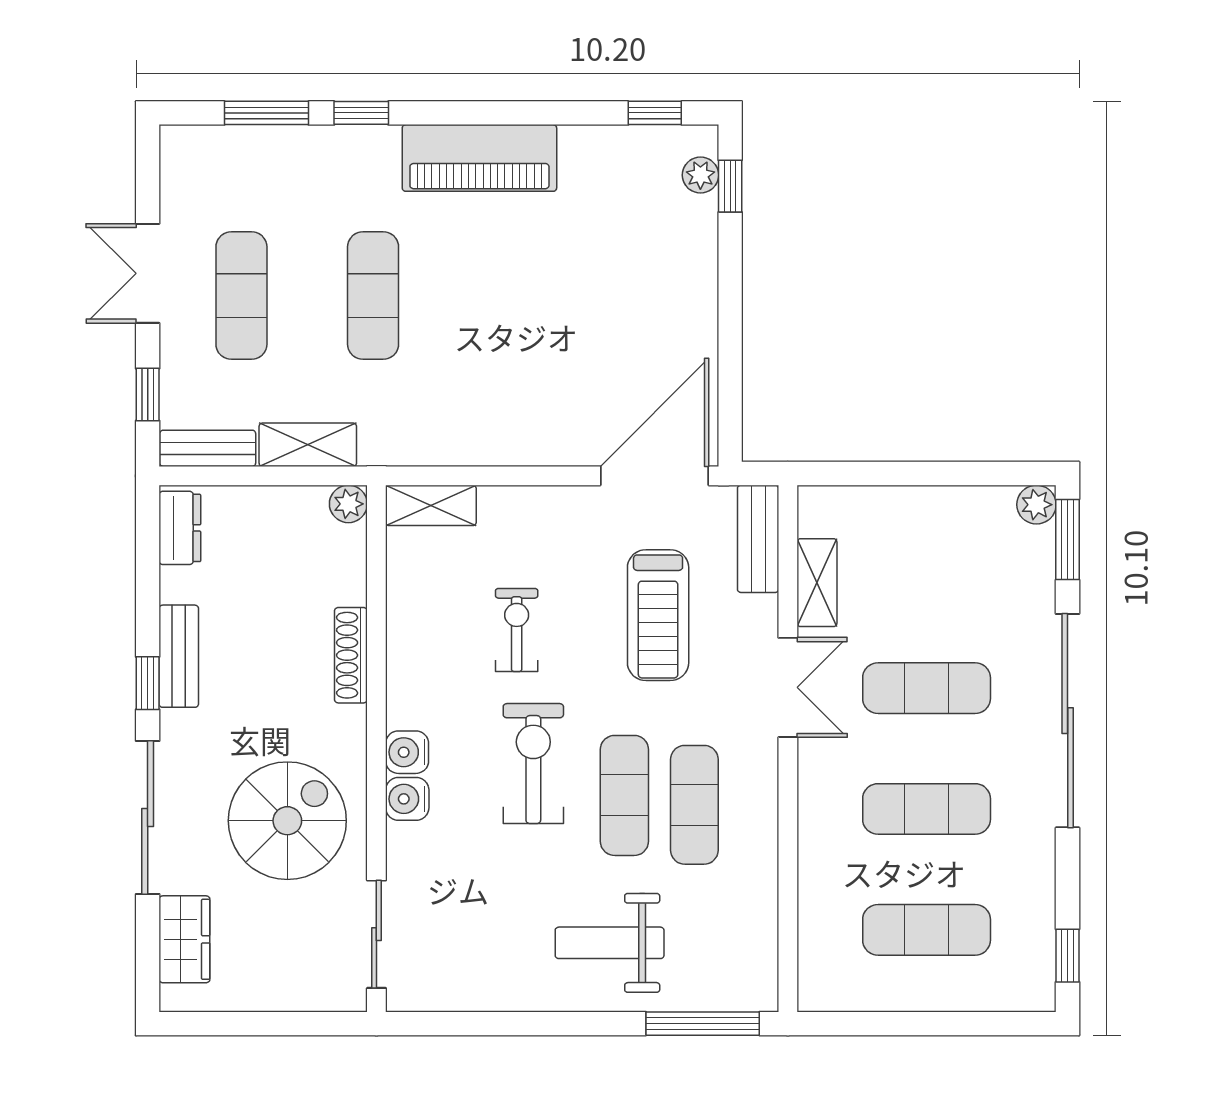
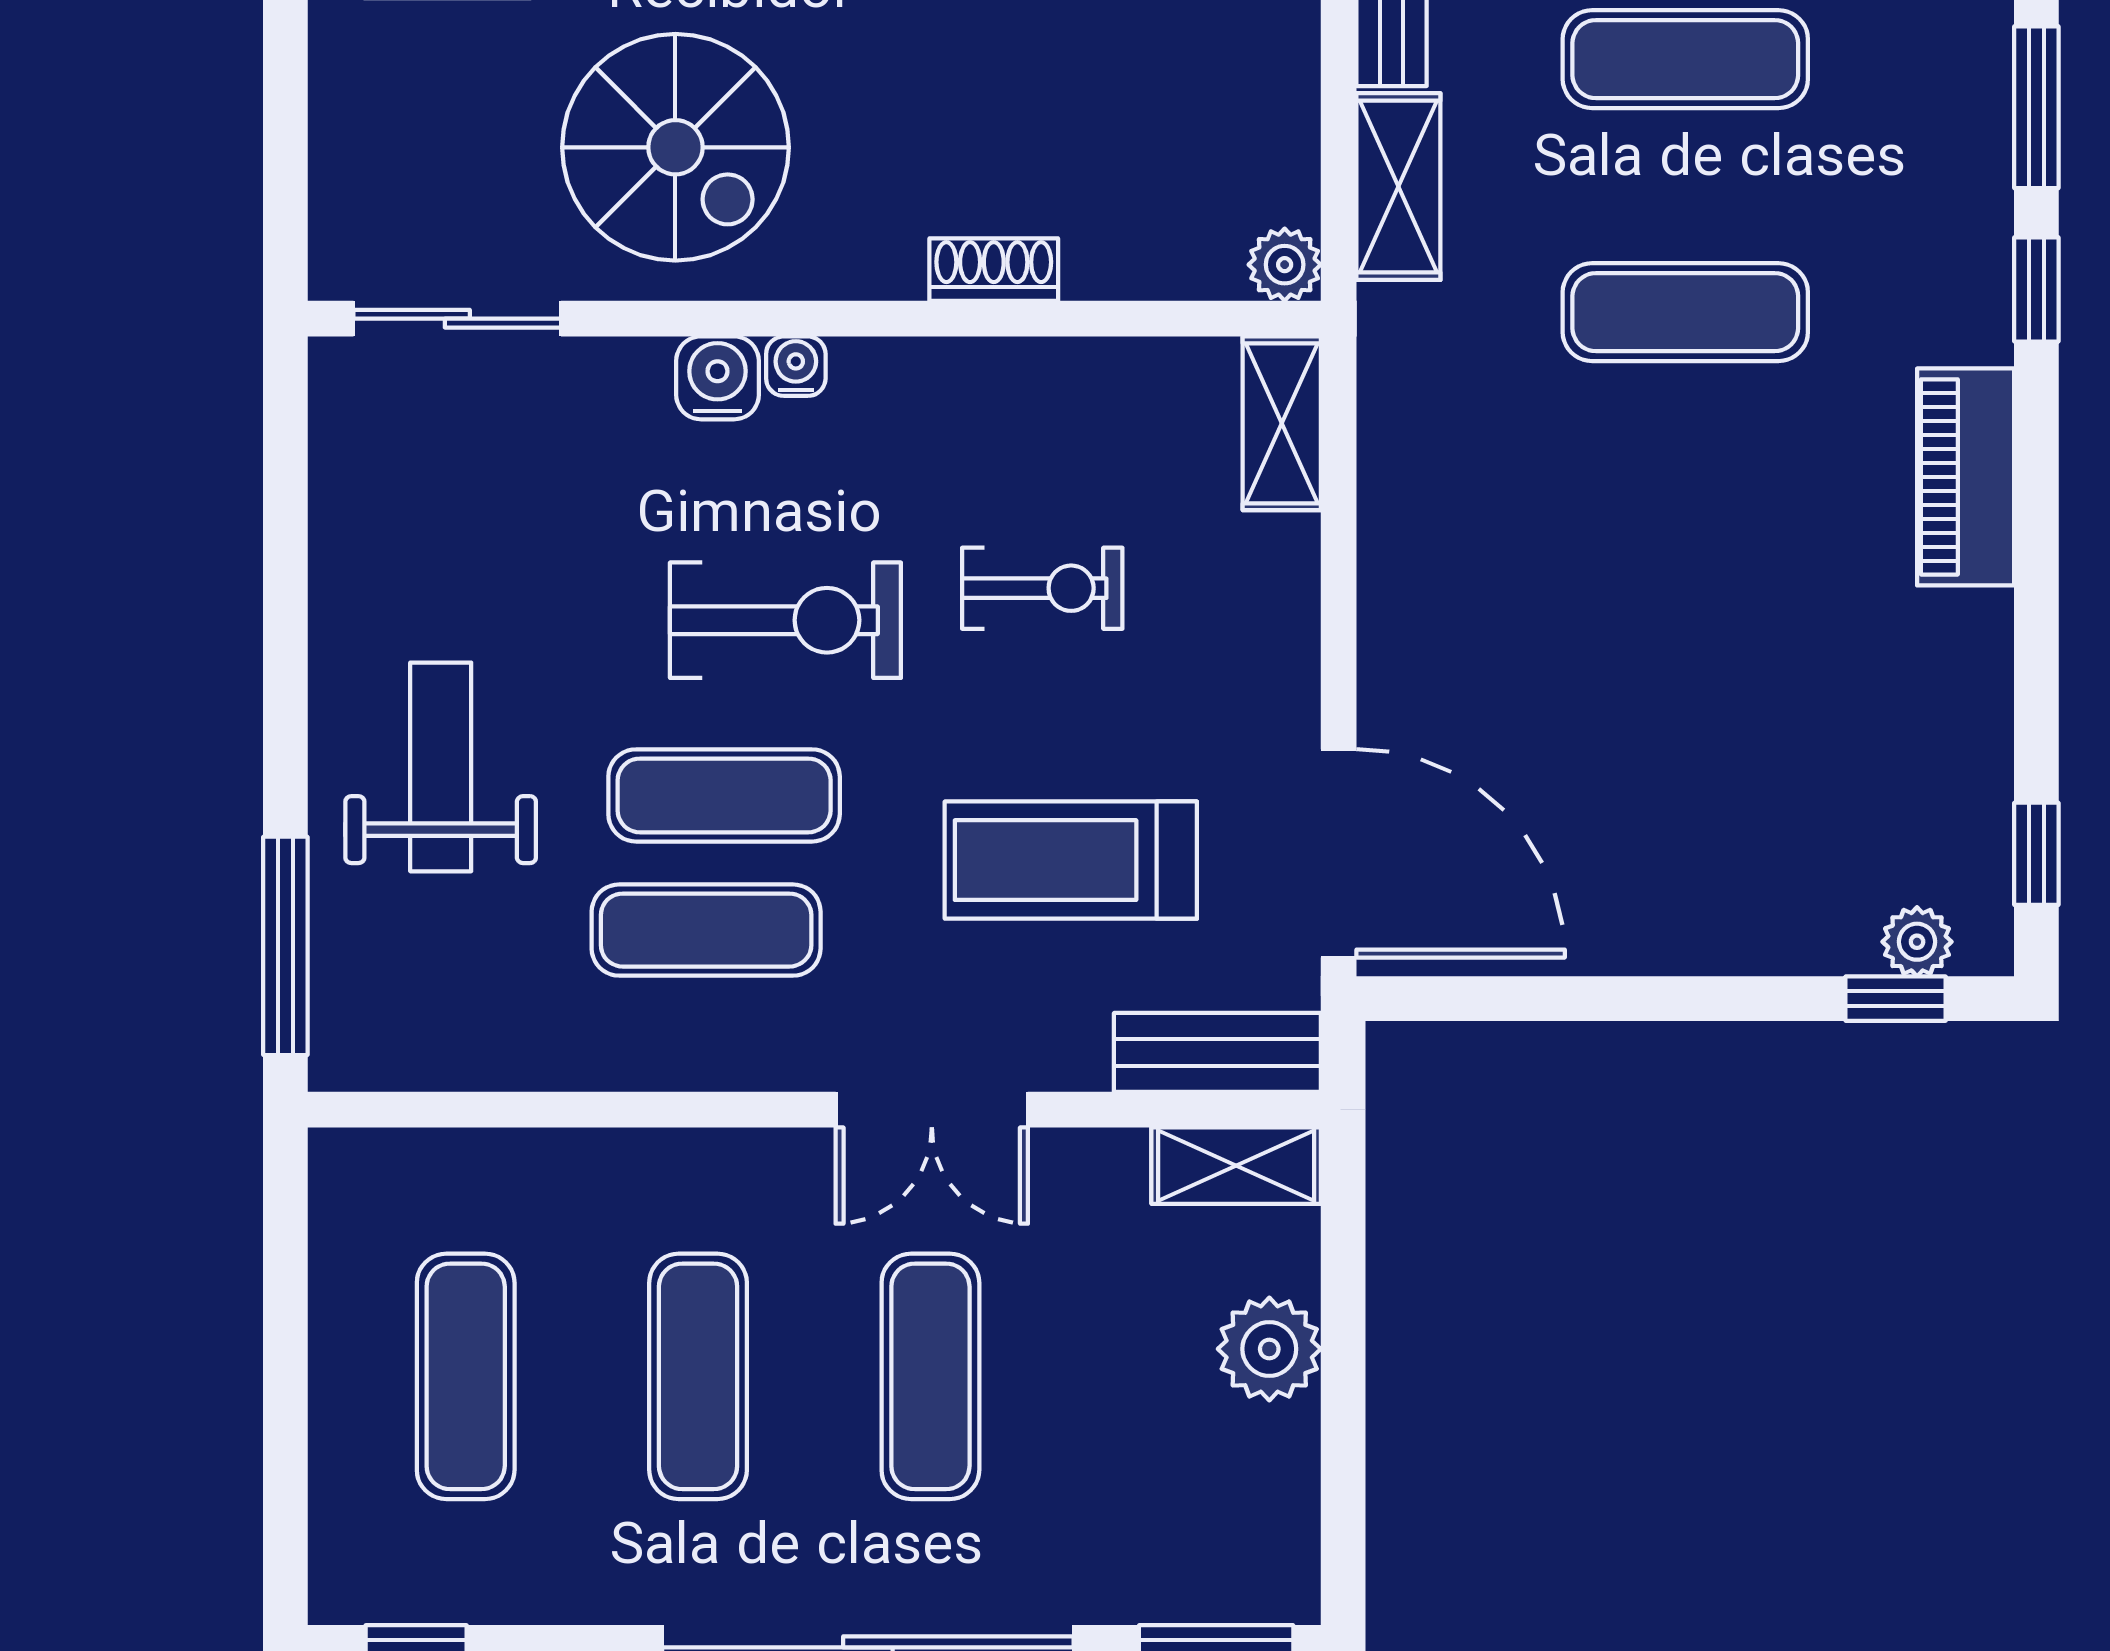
piano: (479, 158) -> (1966, 477), width x0.73, depth x0.75
plant: (1036, 505) -> (1269, 1349), moved, width x1.38, depth x1.38
shelving: (817, 583) -> (1236, 1166), moved
shoe rack: (351, 655) -> (994, 270), width x0.70
water cooler: (407, 752) -> (796, 366), width x0.72, depth x0.72

